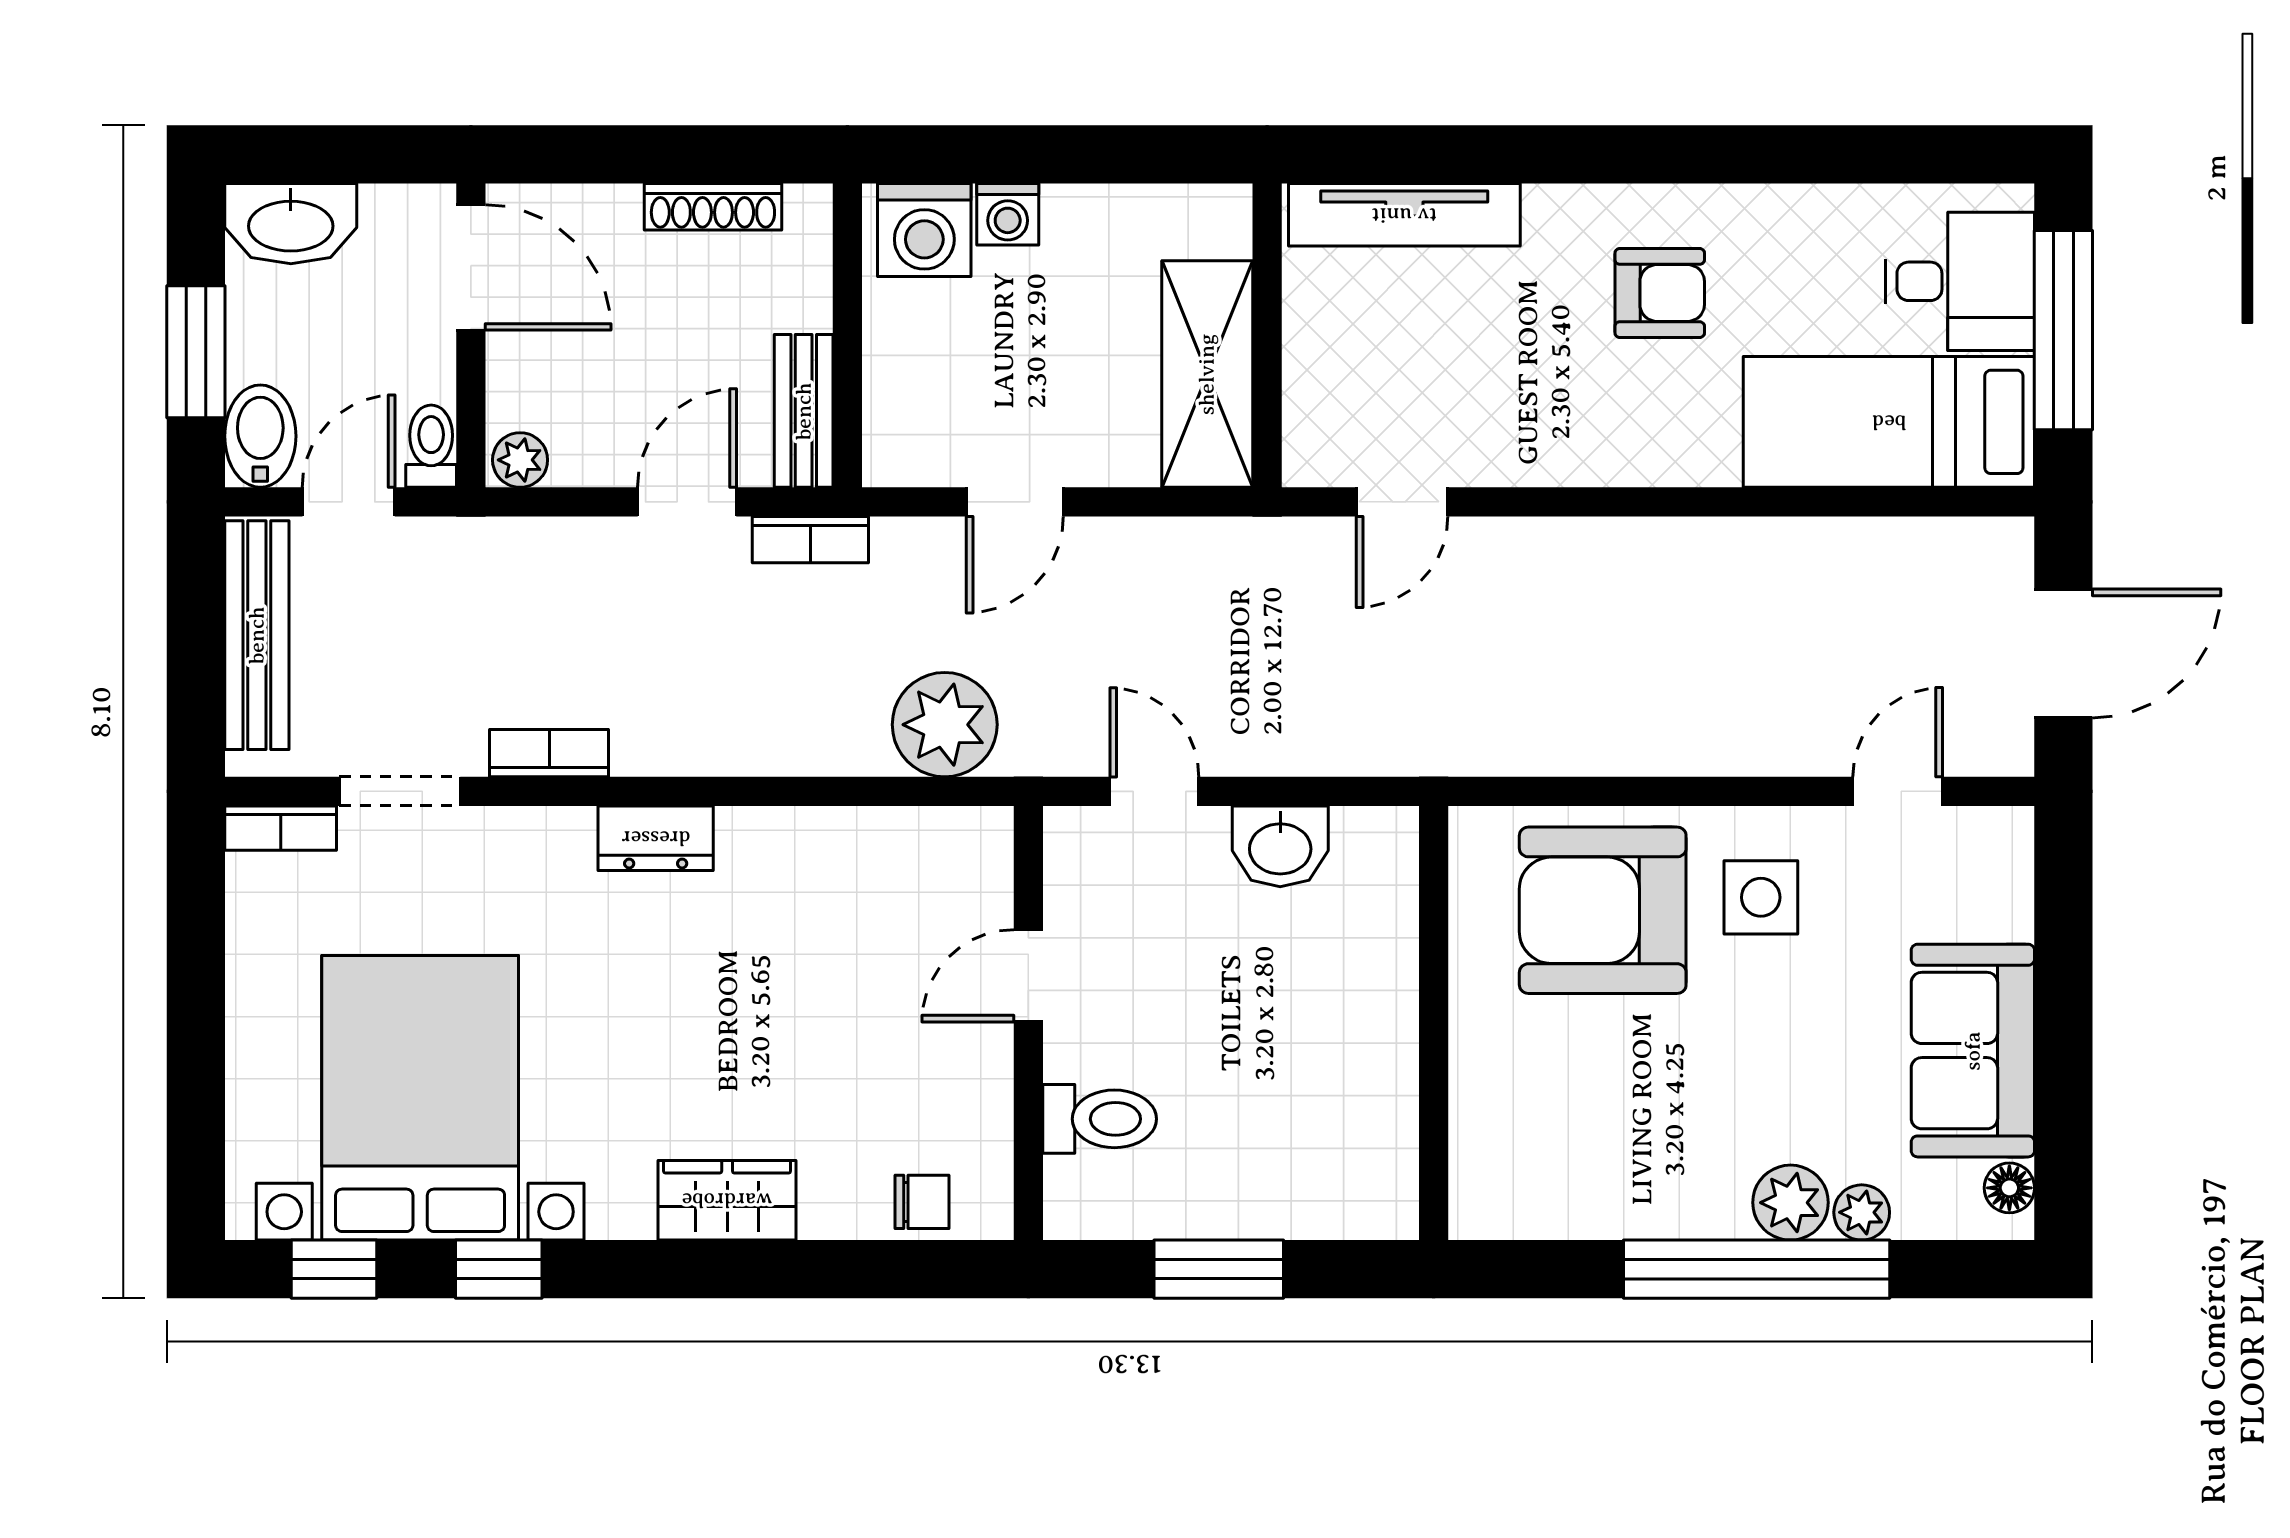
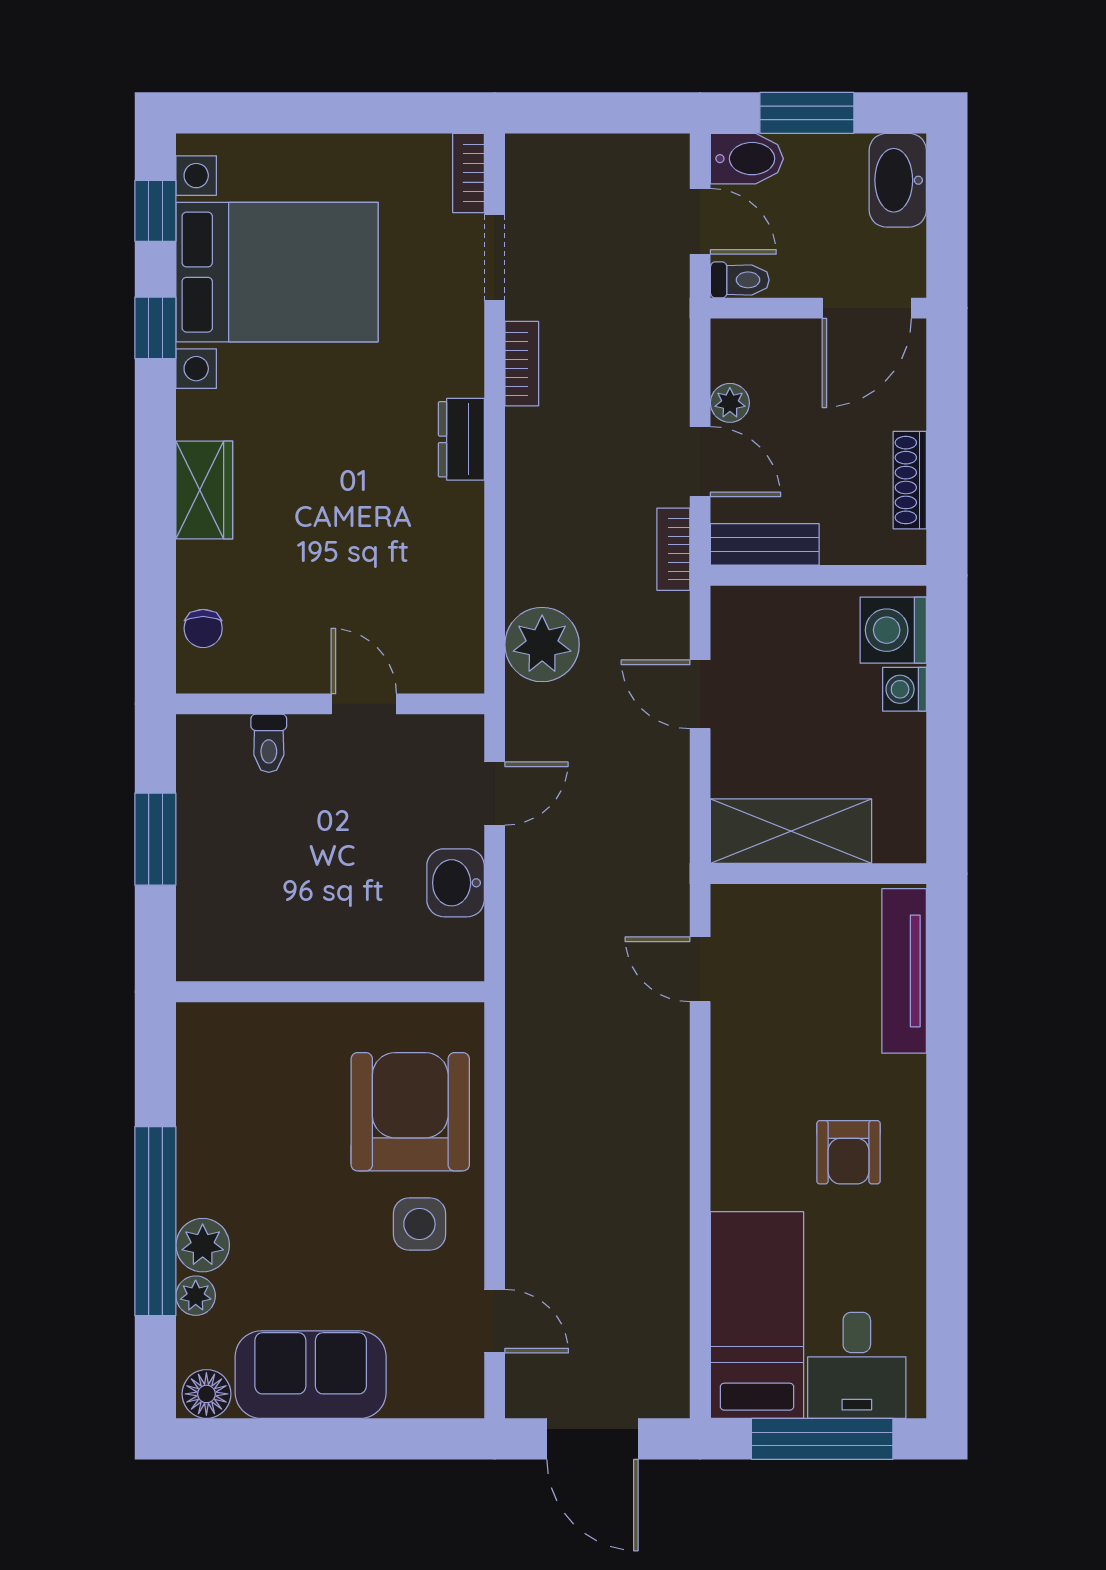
plant: (520, 460) -> (730, 403), moved
bench: (257, 635) -> (606, 156), removed
toilet: (1100, 1119) -> (269, 743), width x0.73, depth x0.72
floor lamp: (2009, 1188) -> (206, 1394), width x1.37, depth x1.37

